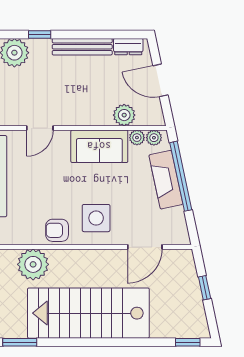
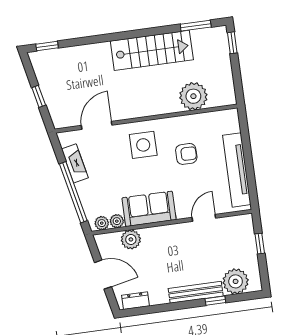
bench: (82, 47) -> (196, 292), moved
fireplace: (166, 180) -> (75, 163), moved, width x0.73, depth x0.76
armchair: (57, 230) -> (186, 154), moved
stairs: (88, 313) -> (152, 50), width x0.73, depth x0.66

